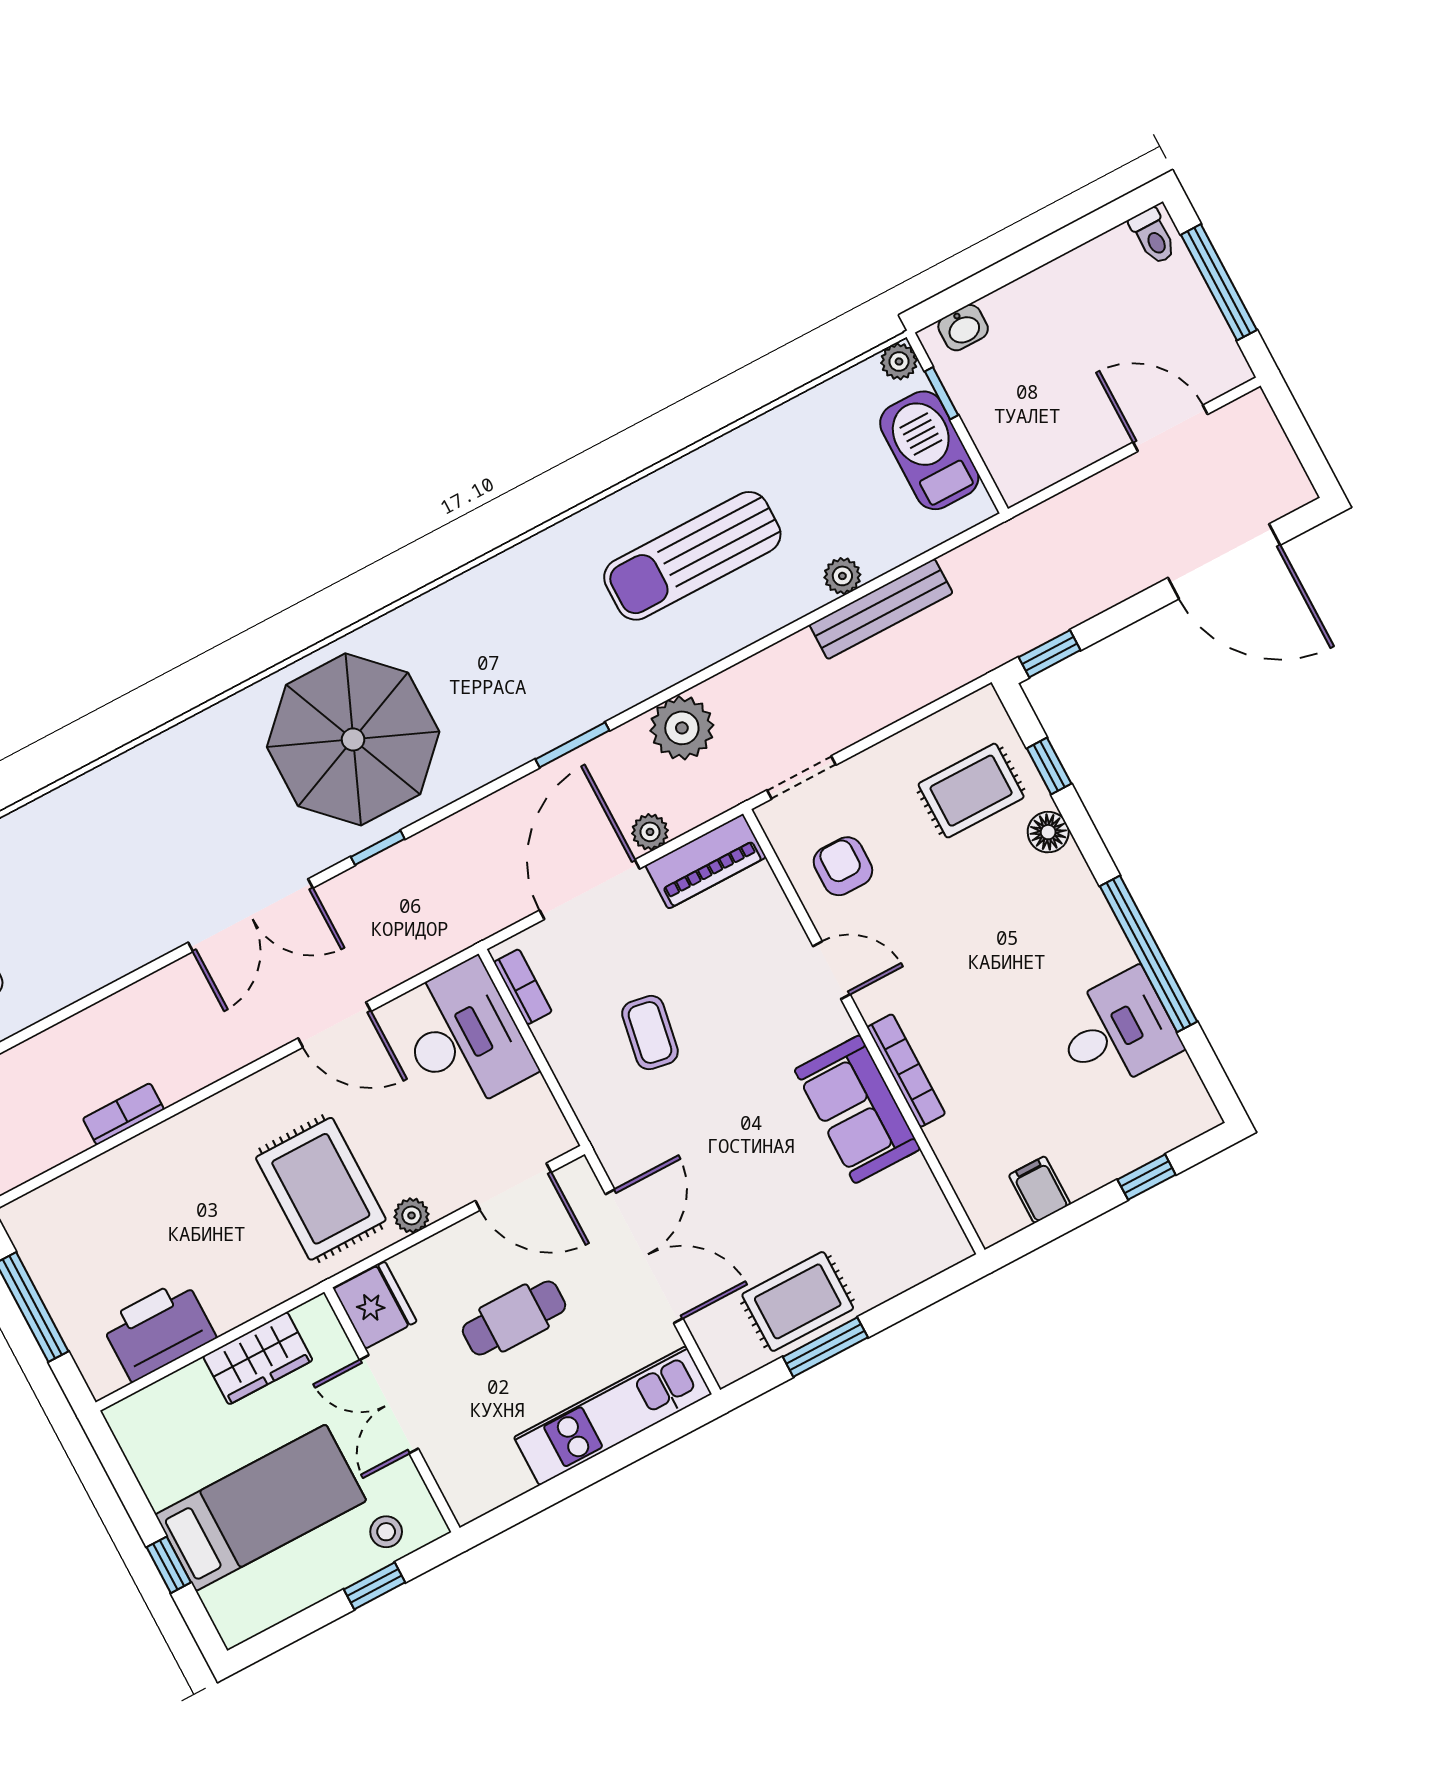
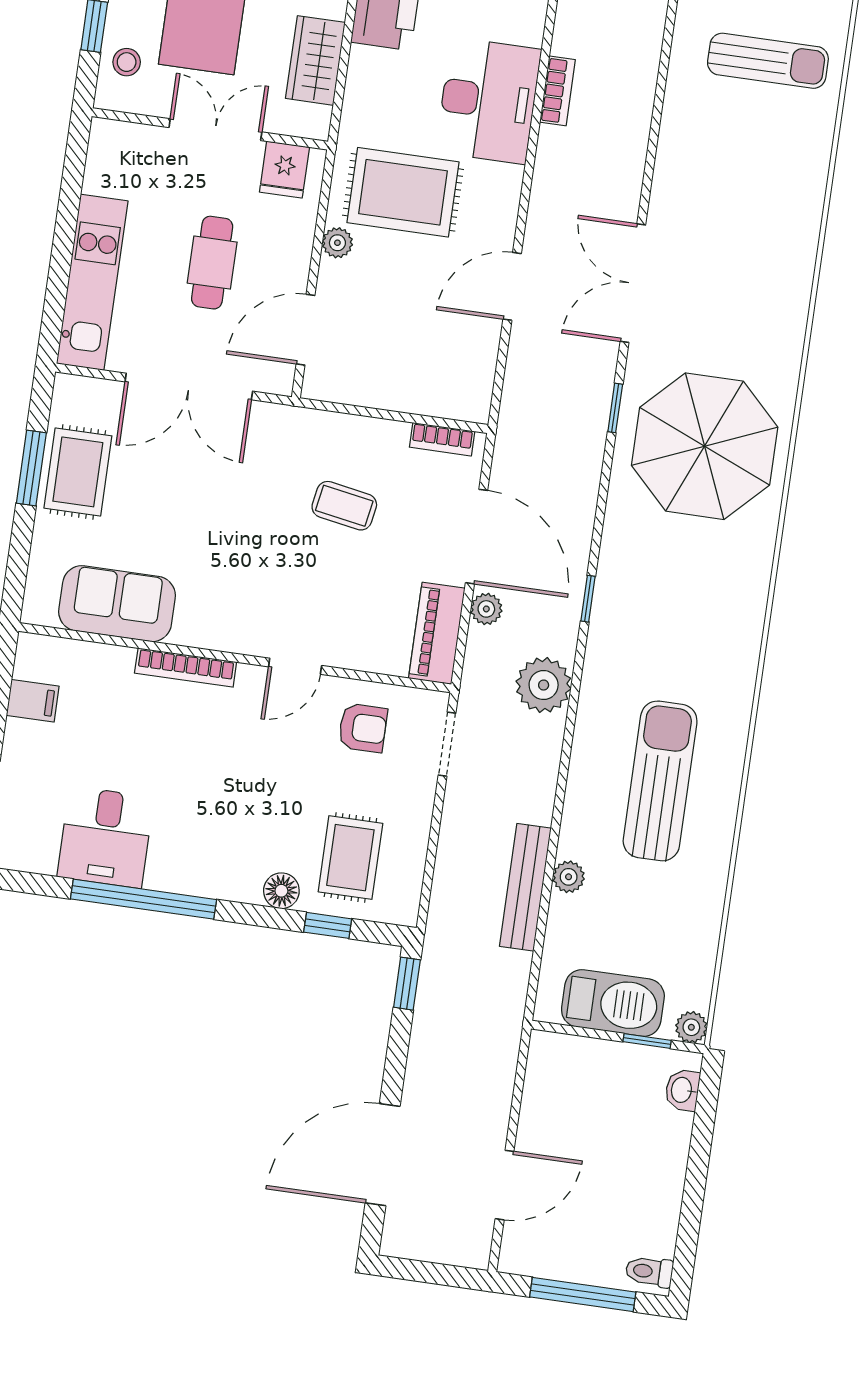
window: (572, 745) -> (588, 599), width x0.67
desk: (464, 1037) -> (488, 101), moved, turned -90
sofa: (857, 1109) -> (117, 604), moved
fridge: (375, 1305) -> (284, 170), width x0.72

